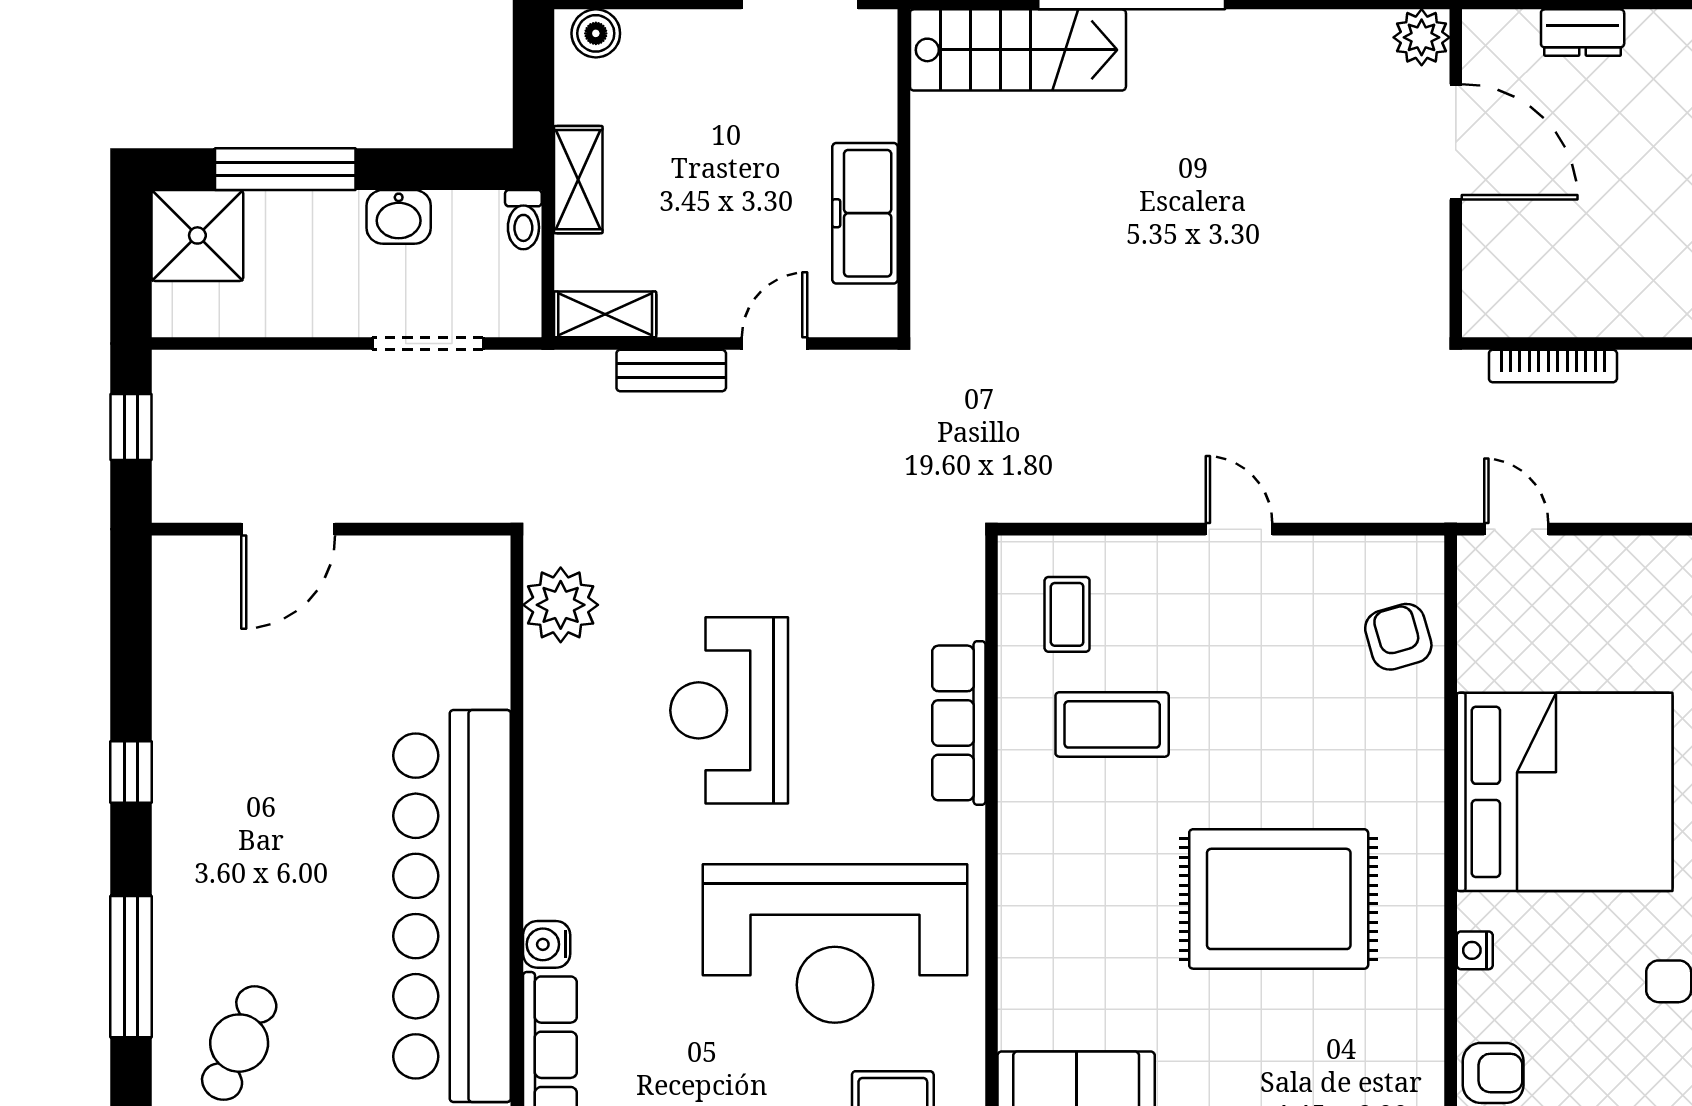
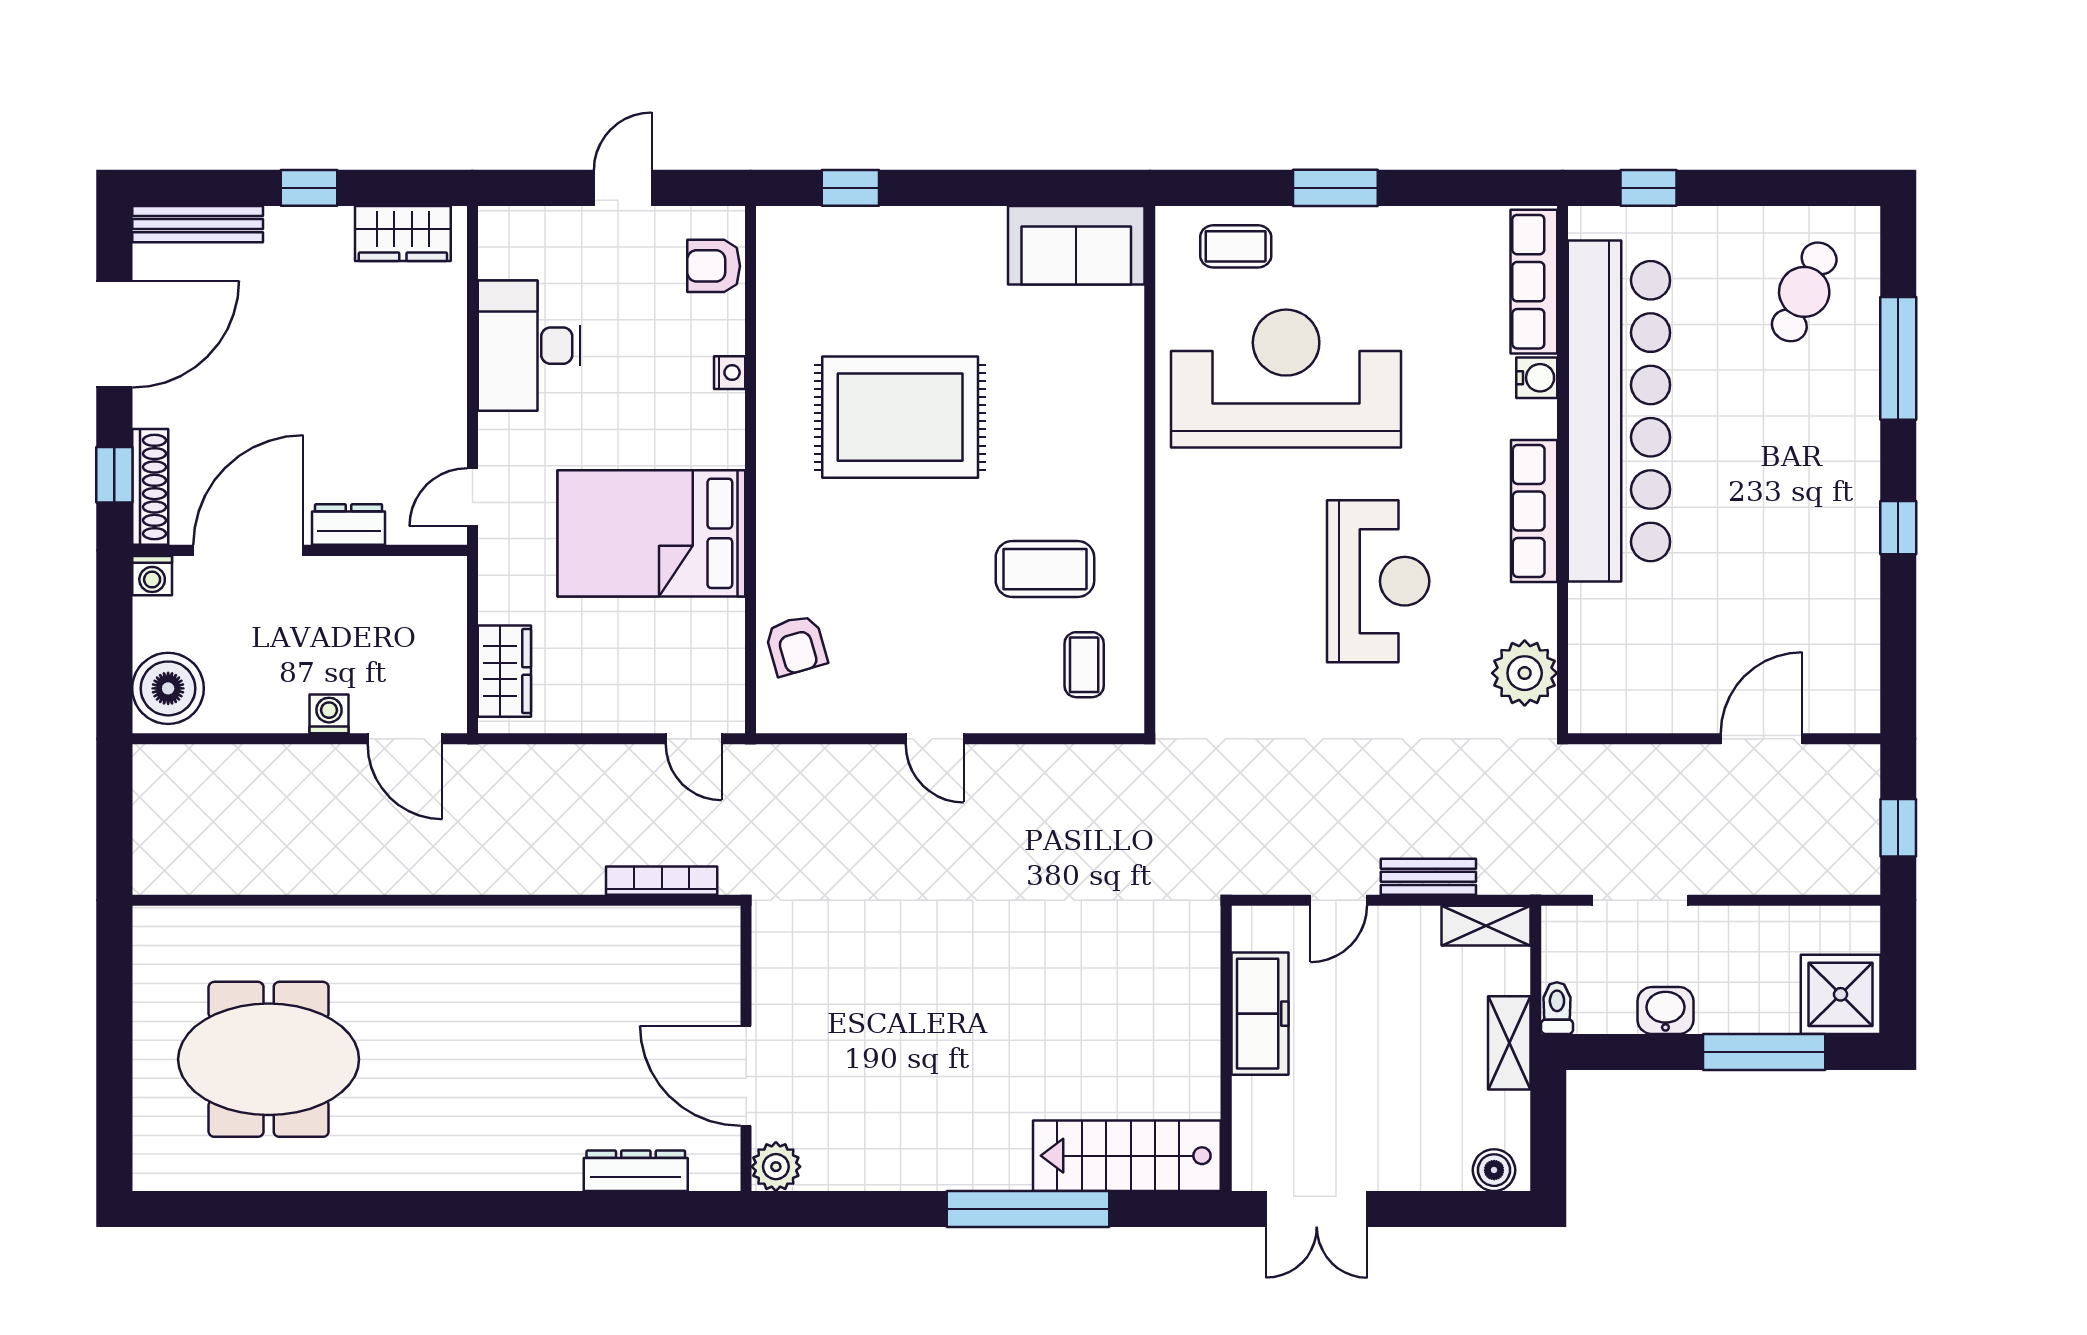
dresser: (1583, 33) -> (636, 1171), width x1.44
row of seats: (959, 723) -> (1534, 511), moved, turned 180
bed: (1565, 792) -> (651, 533), width x0.73

